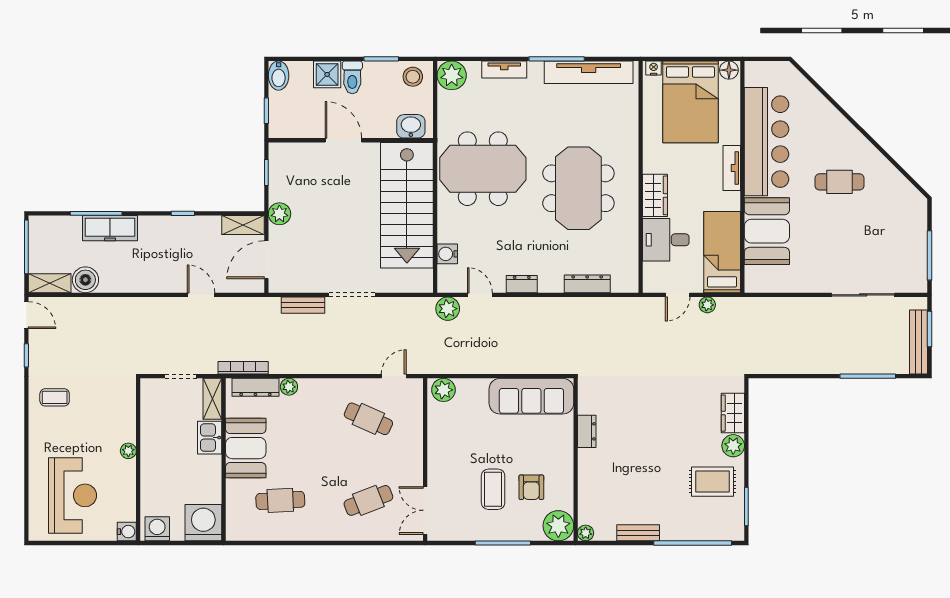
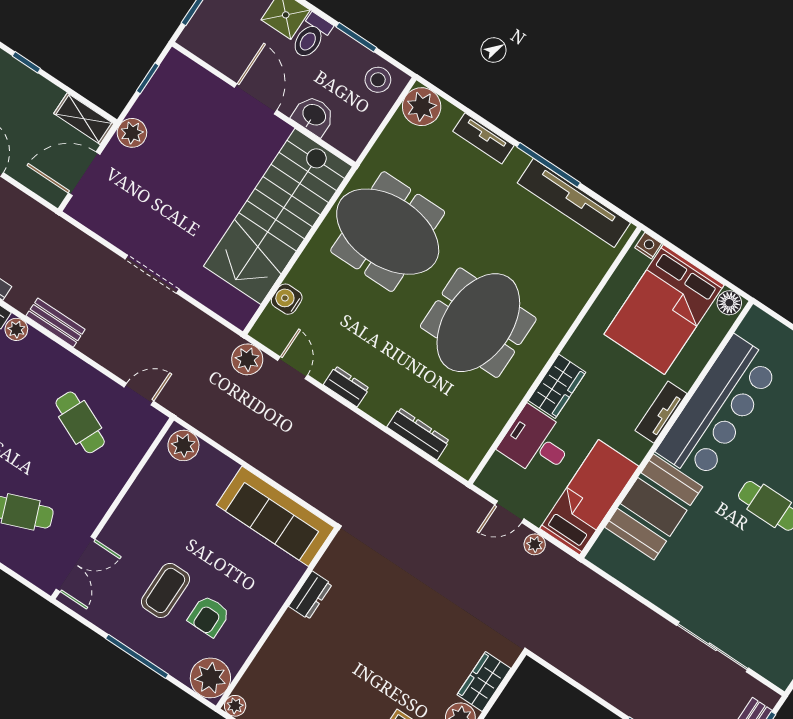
washbasin: (411, 126) -> (314, 115), moved
bench: (303, 305) -> (56, 323), moved
double door: (425, 510) -> (75, 564), swing flipped

